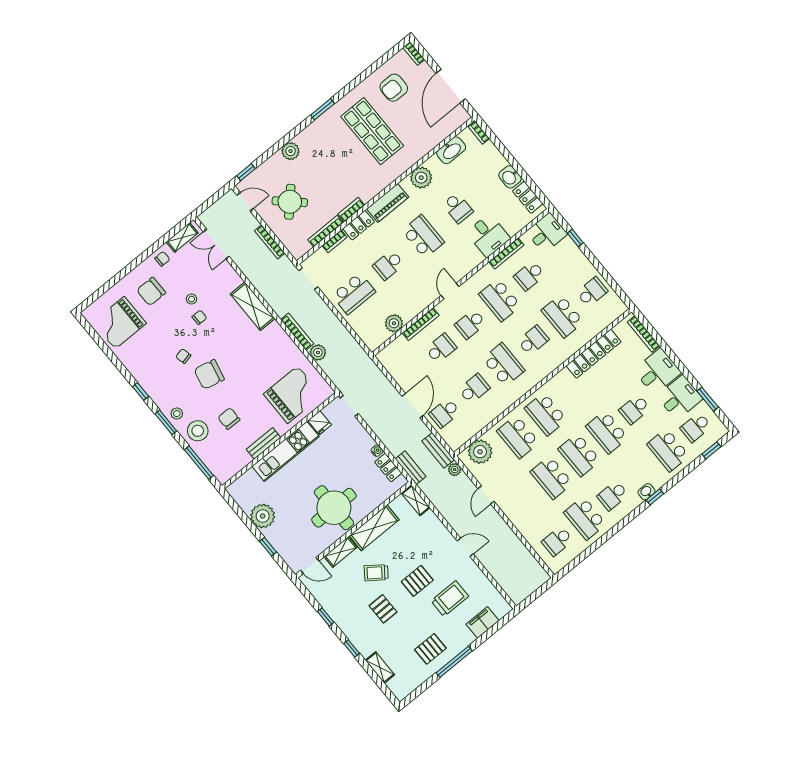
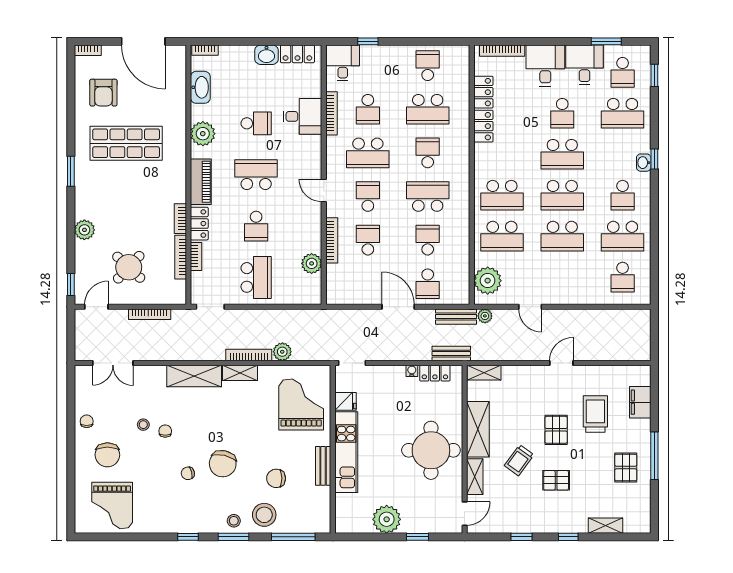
shelving: (182, 237) -> (240, 373), moved, turned 90
school desk: (470, 324) -> (368, 197), turned 180

